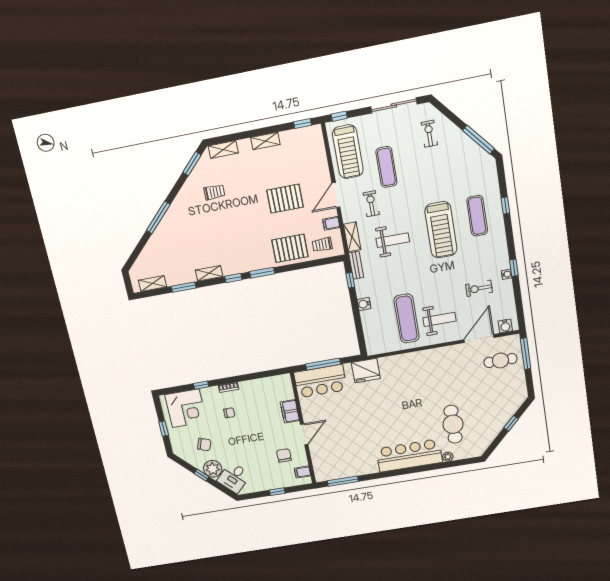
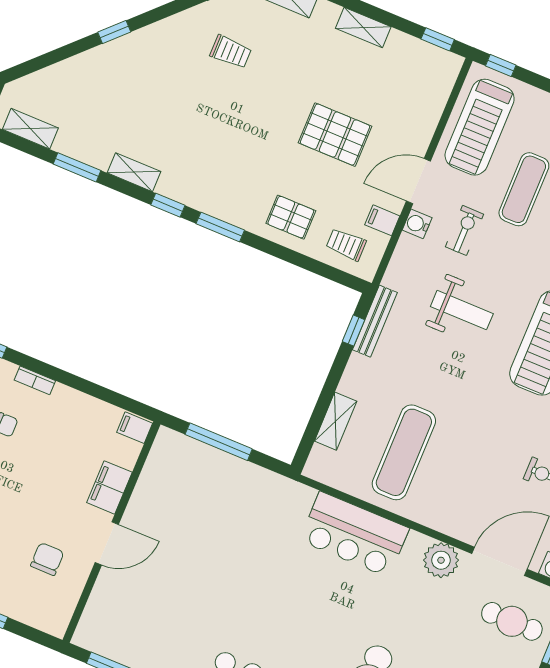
window: (158, 217) -> (114, 32), width x0.46
shelving: (352, 237) -> (336, 421), moved
pallet: (290, 248) -> (291, 217), width x0.67, depth x0.71
bench: (356, 265) -> (375, 321), width x1.36
water cooler: (364, 304) -> (417, 224), moved
weight bench: (439, 319) -> (456, 488), removed
plant: (452, 354) -> (441, 560), added
fridge: (366, 371) -> (282, 498), removed
bar counter: (320, 381) -> (354, 534), moved
filing cabinet: (303, 472) -> (135, 428), moved

